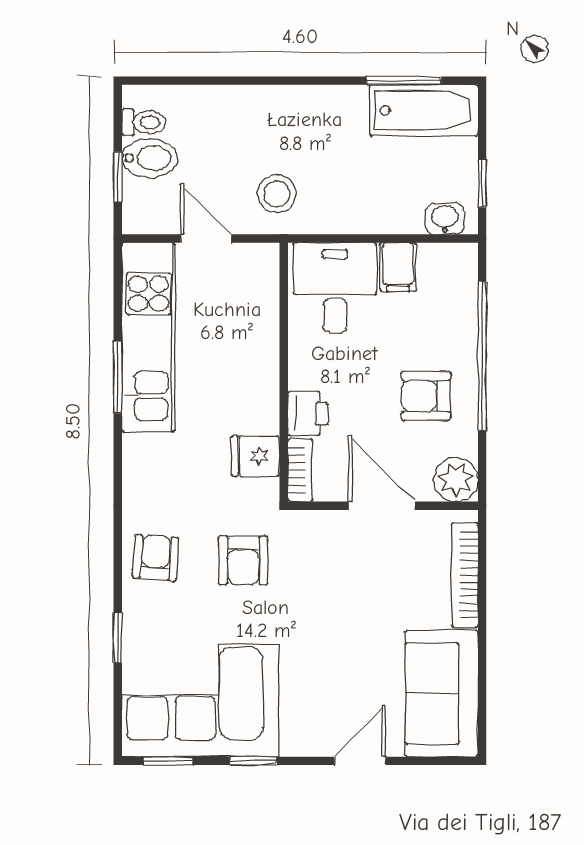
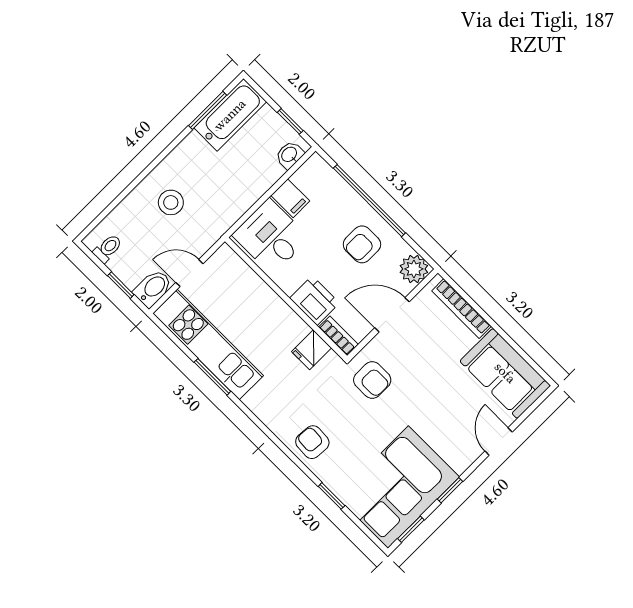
bidet: (150, 158) -> (153, 288), moved
stool: (277, 194) -> (171, 202), moved
printer: (308, 413) -> (314, 301), width x1.36, depth x1.24
armchair: (243, 560) -> (372, 380), moved

